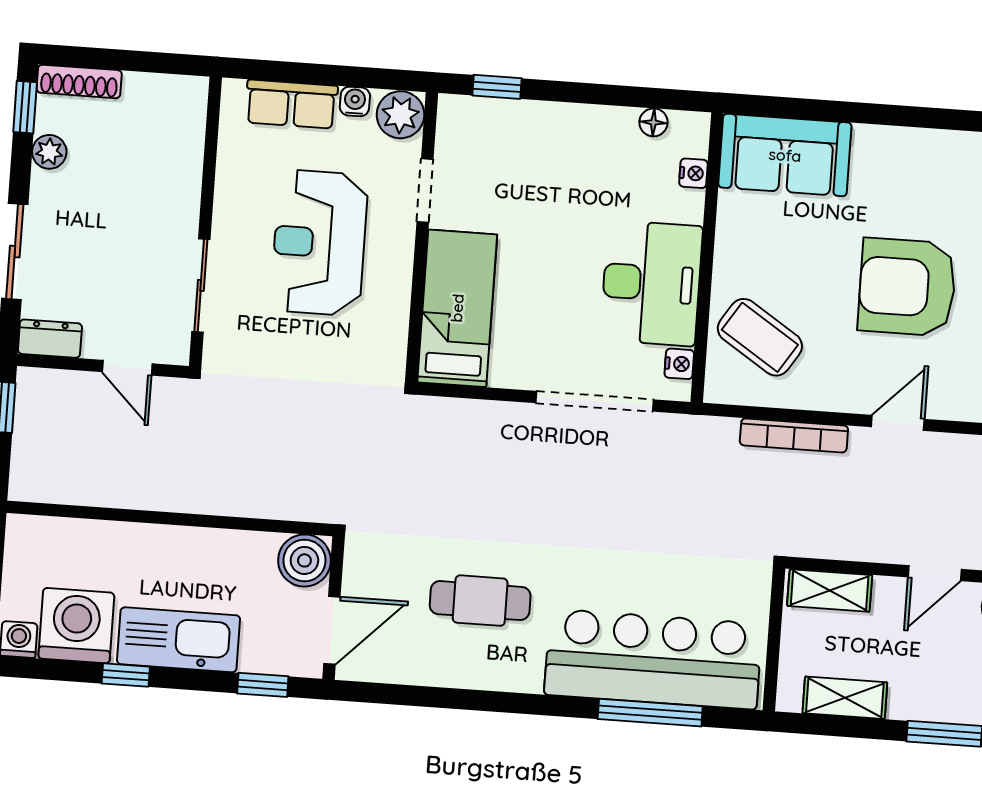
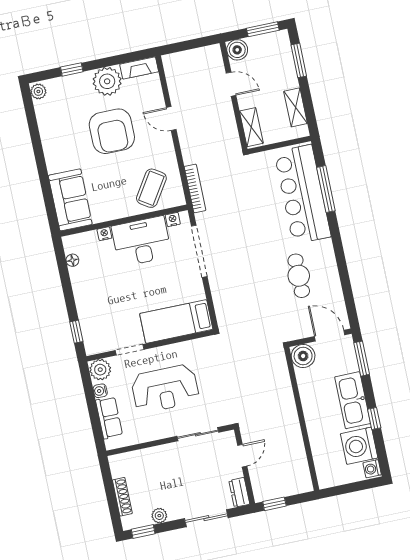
shoe rack: (79, 81) -> (122, 497), moved
nightstand: (693, 173) -> (104, 234), moved
bookcase: (794, 435) -> (195, 188), moved
window: (263, 685) -> (362, 359), width x1.50

